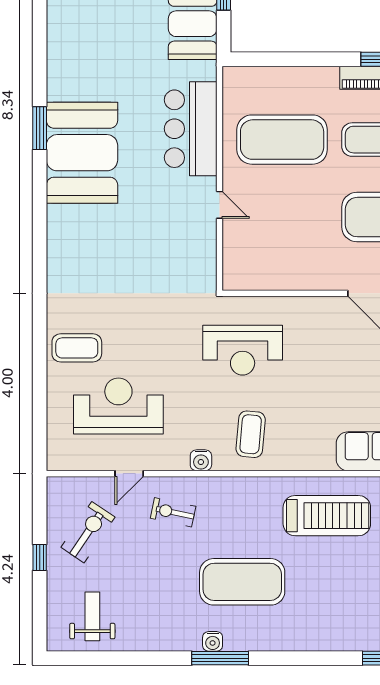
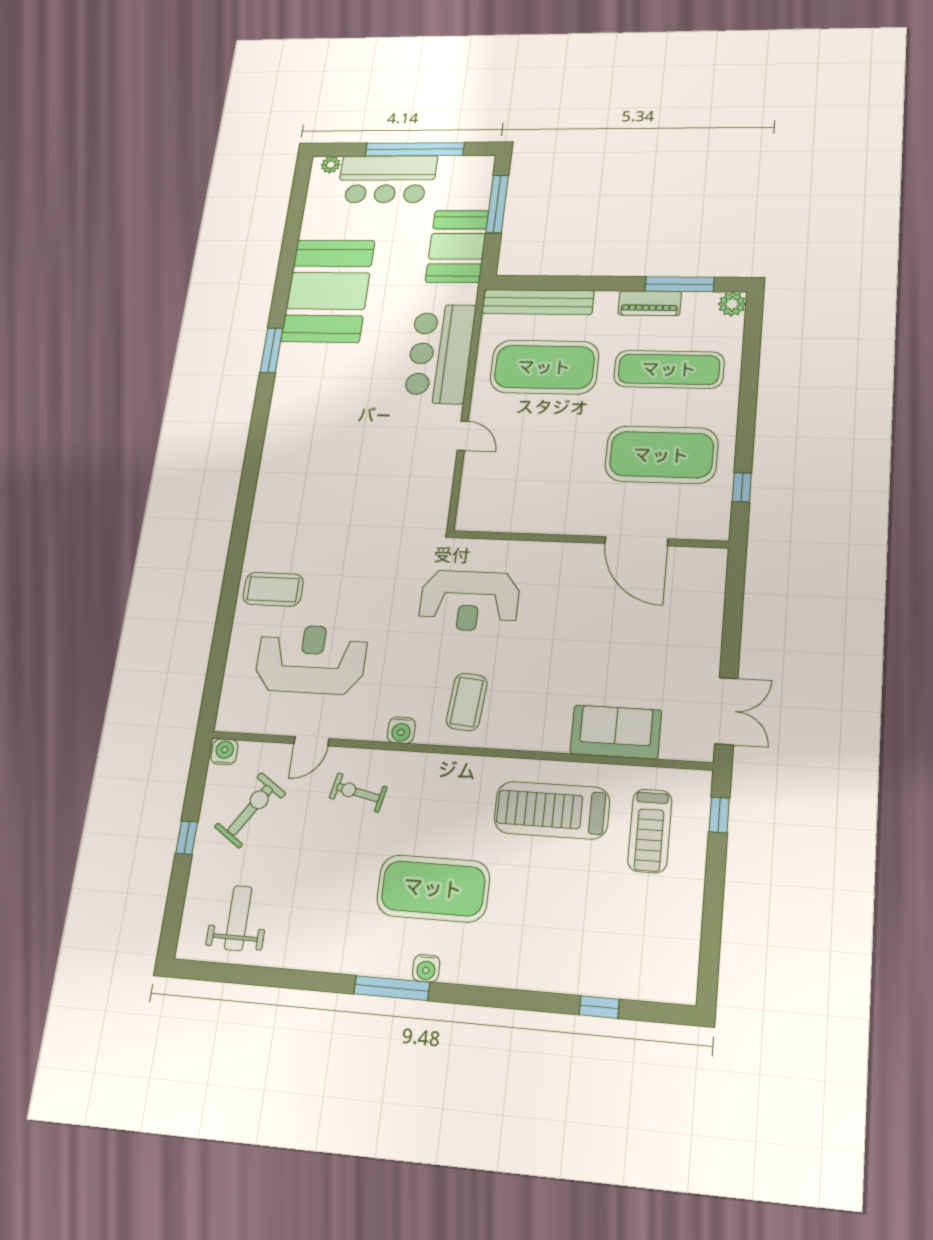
bench: (270, 78) -> (538, 302), added
booth: (82, 153) -> (328, 291), moved
water cooler: (59, 487) -> (224, 752), added
treadmill: (327, 516) -> (552, 810), turned 180
water cooler: (213, 641) -> (426, 968), moved

